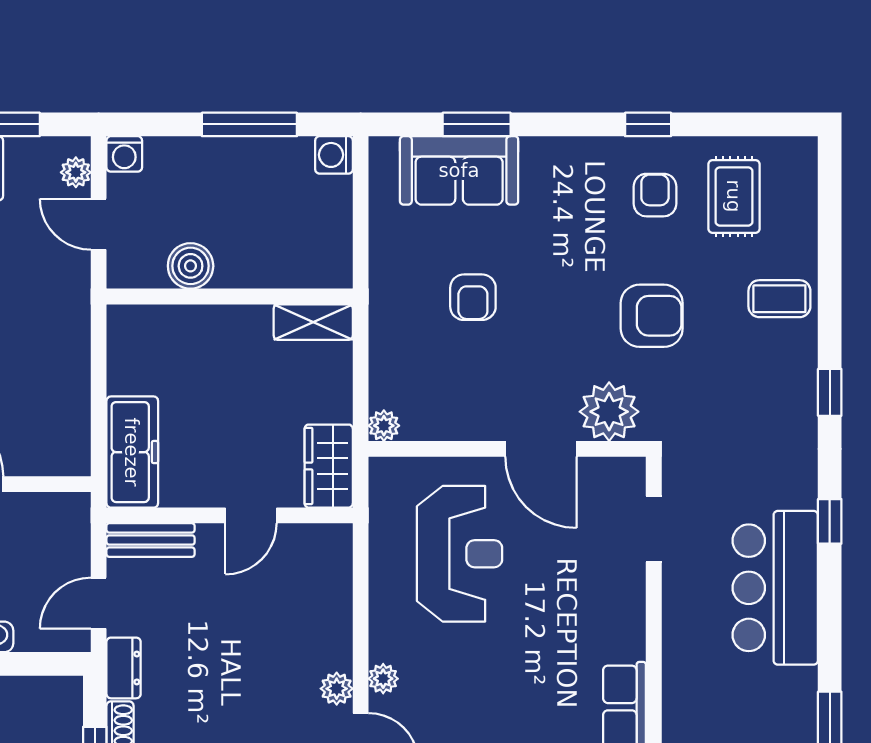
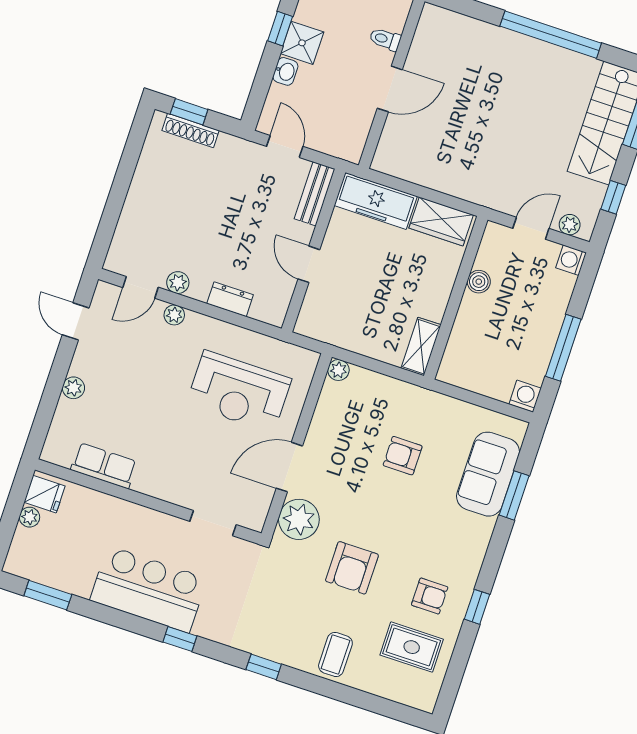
boiler: (191, 266) -> (479, 282), width x0.73, depth x0.73
wardrobe: (329, 466) -> (441, 221), moved, turned 180
dresser: (124, 668) -> (230, 299), moved, turned 180

